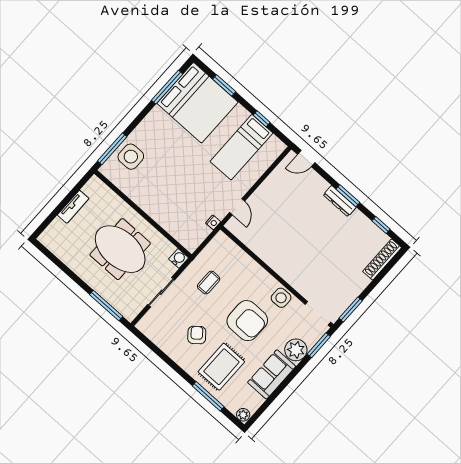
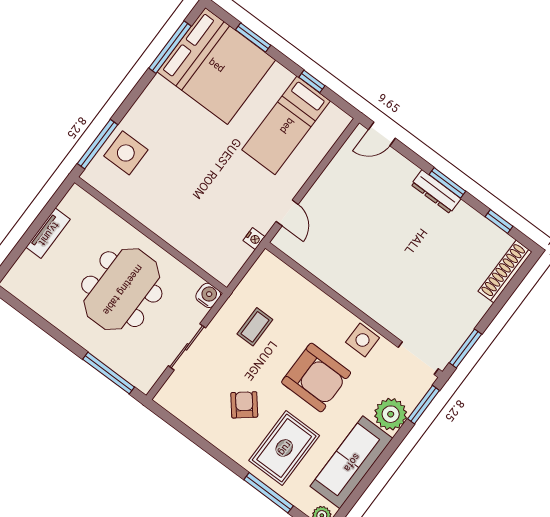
meeting table: (120, 249) -> (122, 289), turned 90
sofa: (272, 374) -> (351, 462), width x1.36

